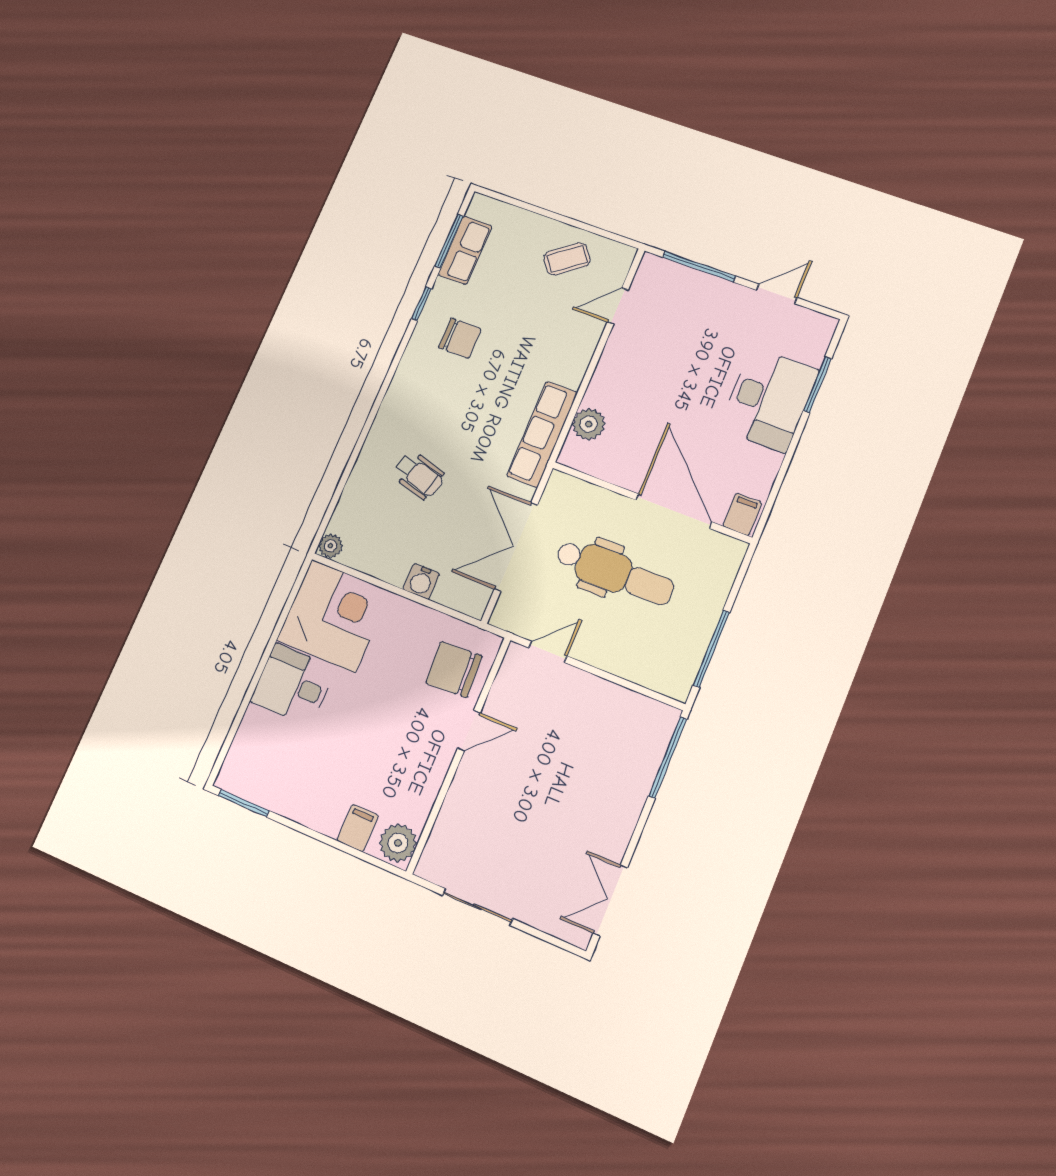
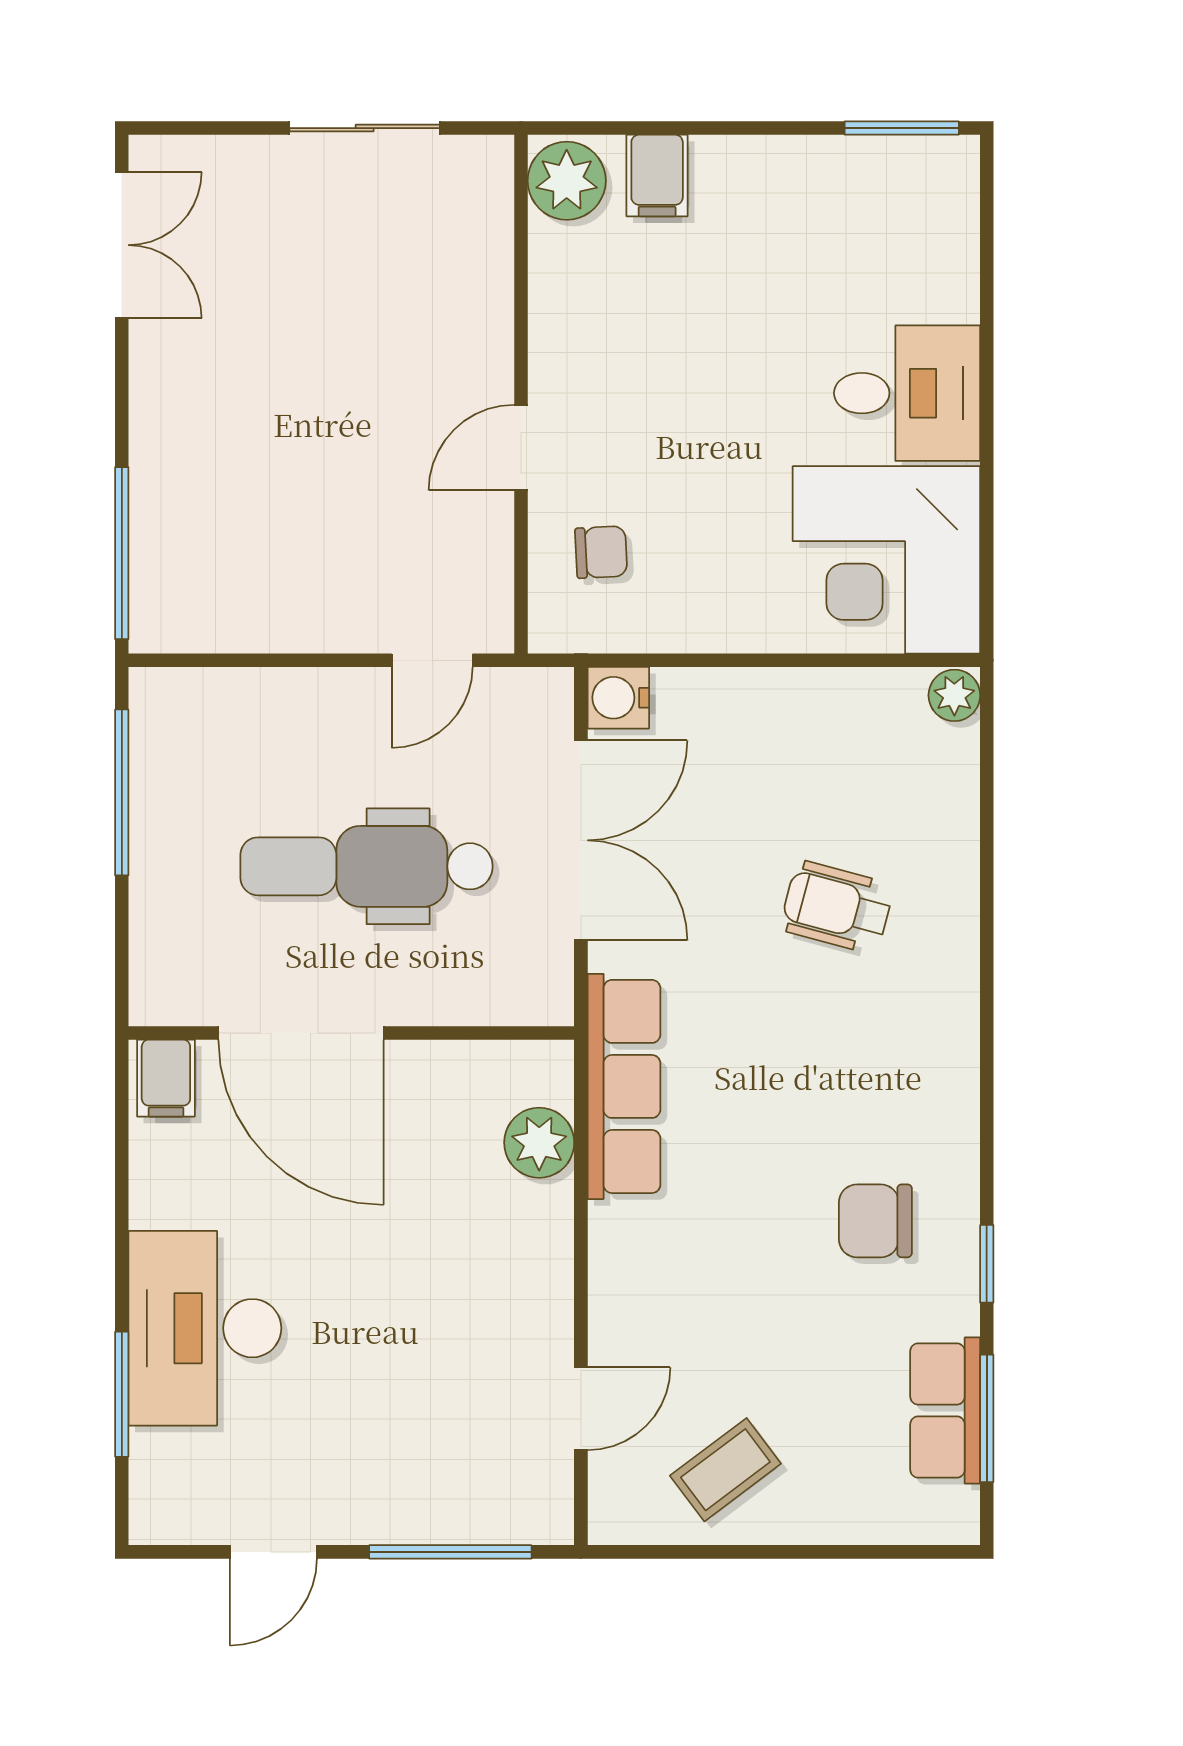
water cooler: (421, 581) -> (618, 698), moved, turned -90
chair: (454, 669) -> (601, 552), width x0.54, depth x0.54

